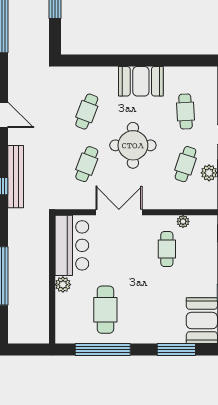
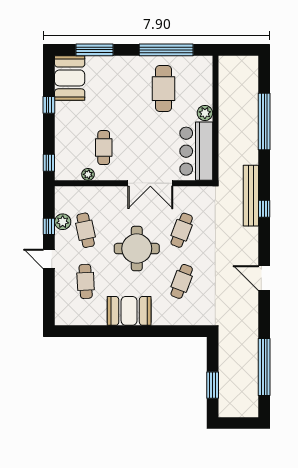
cafe table: (186, 164) -> (86, 230), turned -30
bench: (16, 177) -> (251, 196), moved

